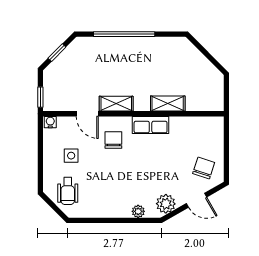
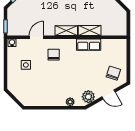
shelving: (116, 104) -> (66, 31), moved
door: (87, 114) -> (36, 37), swing flipped
row of seats: (151, 125) -> (89, 45), moved
wheelchair: (68, 191) -> (24, 88), removed

